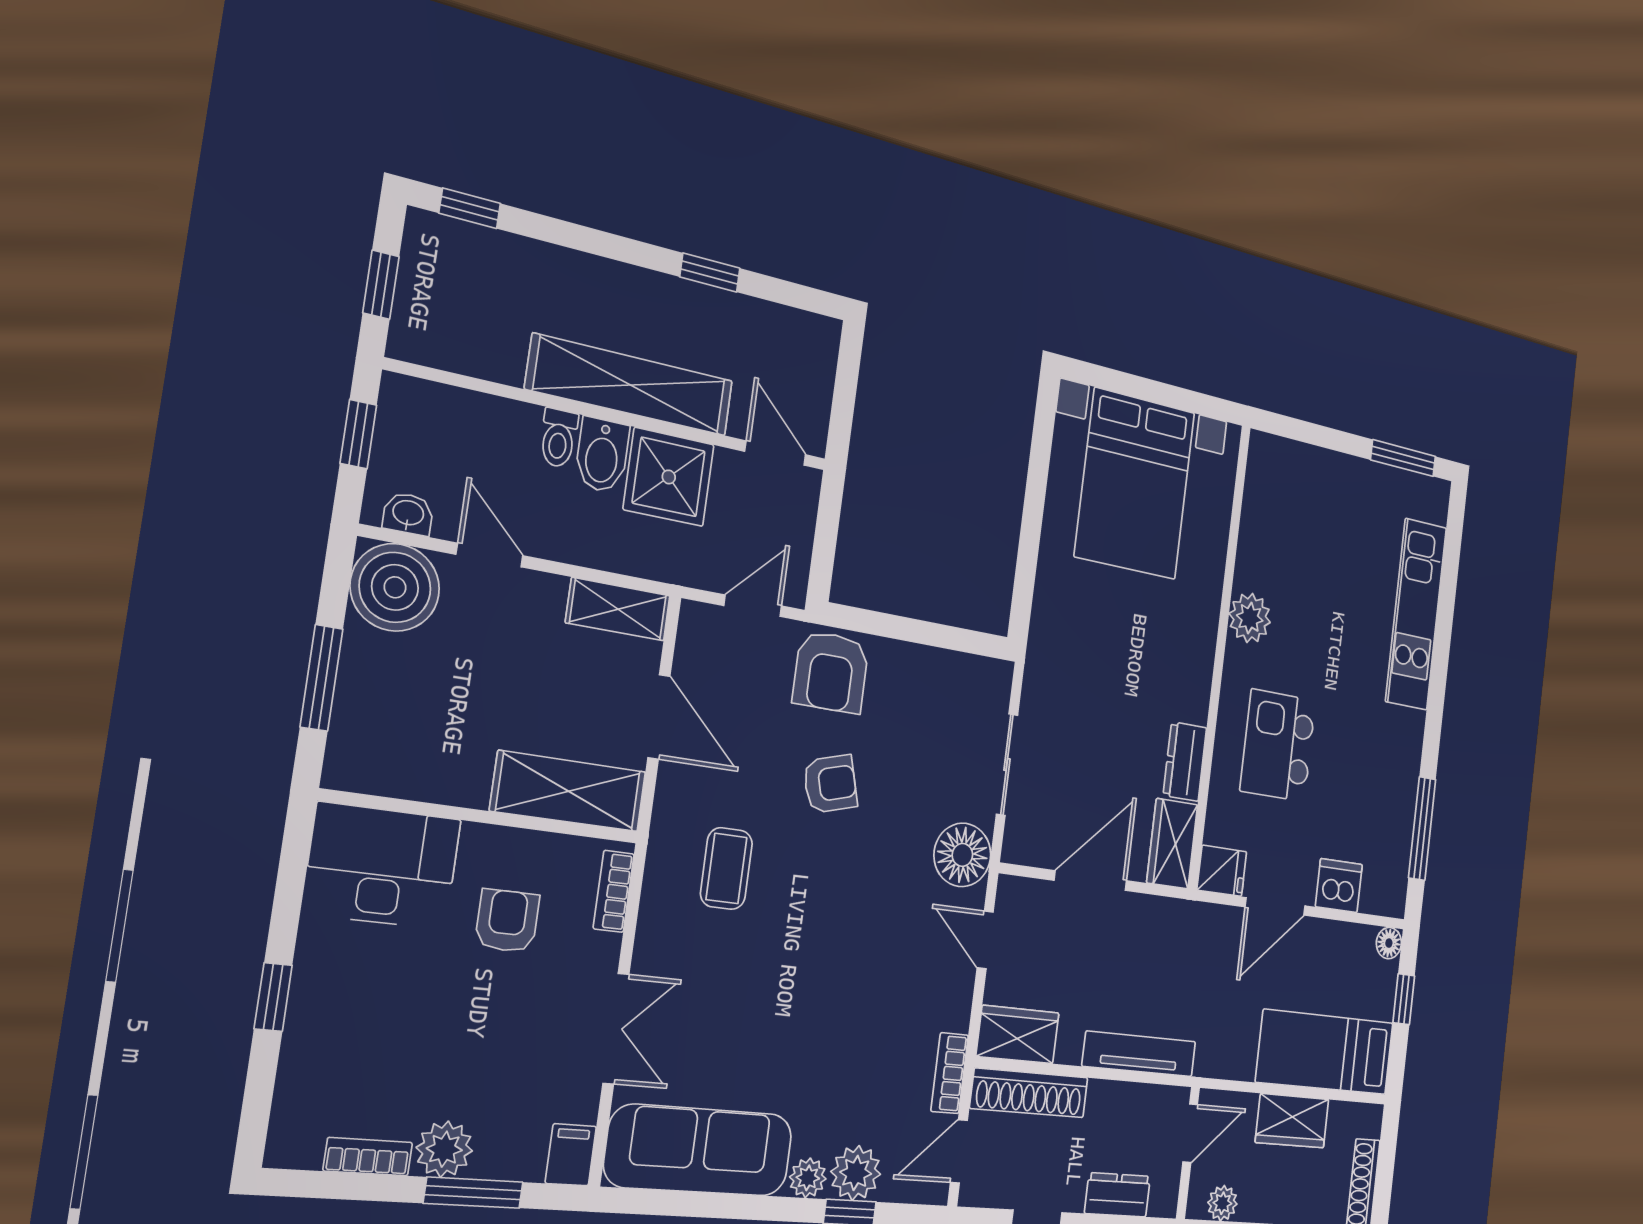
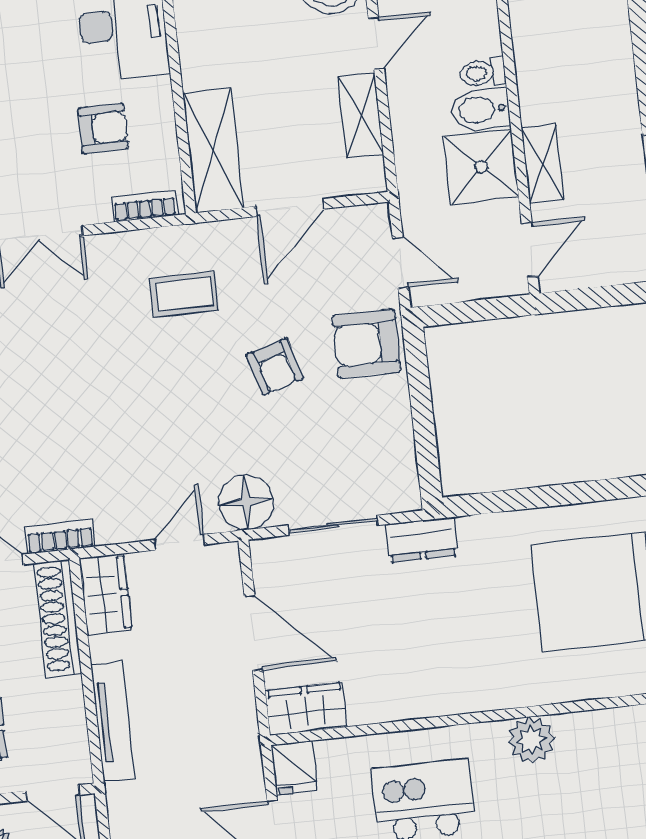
shelving: (630, 385) -> (542, 164), width x0.45, depth x0.75
shelving: (618, 609) -> (361, 115), moved
dresser: (1185, 762) -> (422, 540), moved, turned 180

